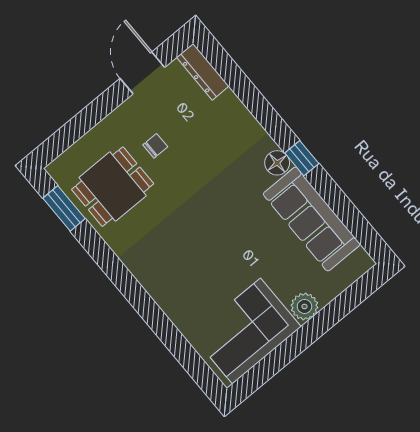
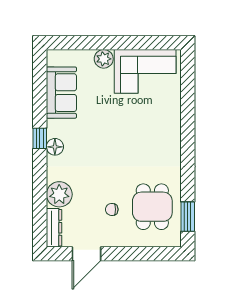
plant: (228, 114) -> (59, 194), added
dining table: (113, 187) -> (152, 207), turned 90
sofa: (312, 219) -> (61, 93), width x0.73

